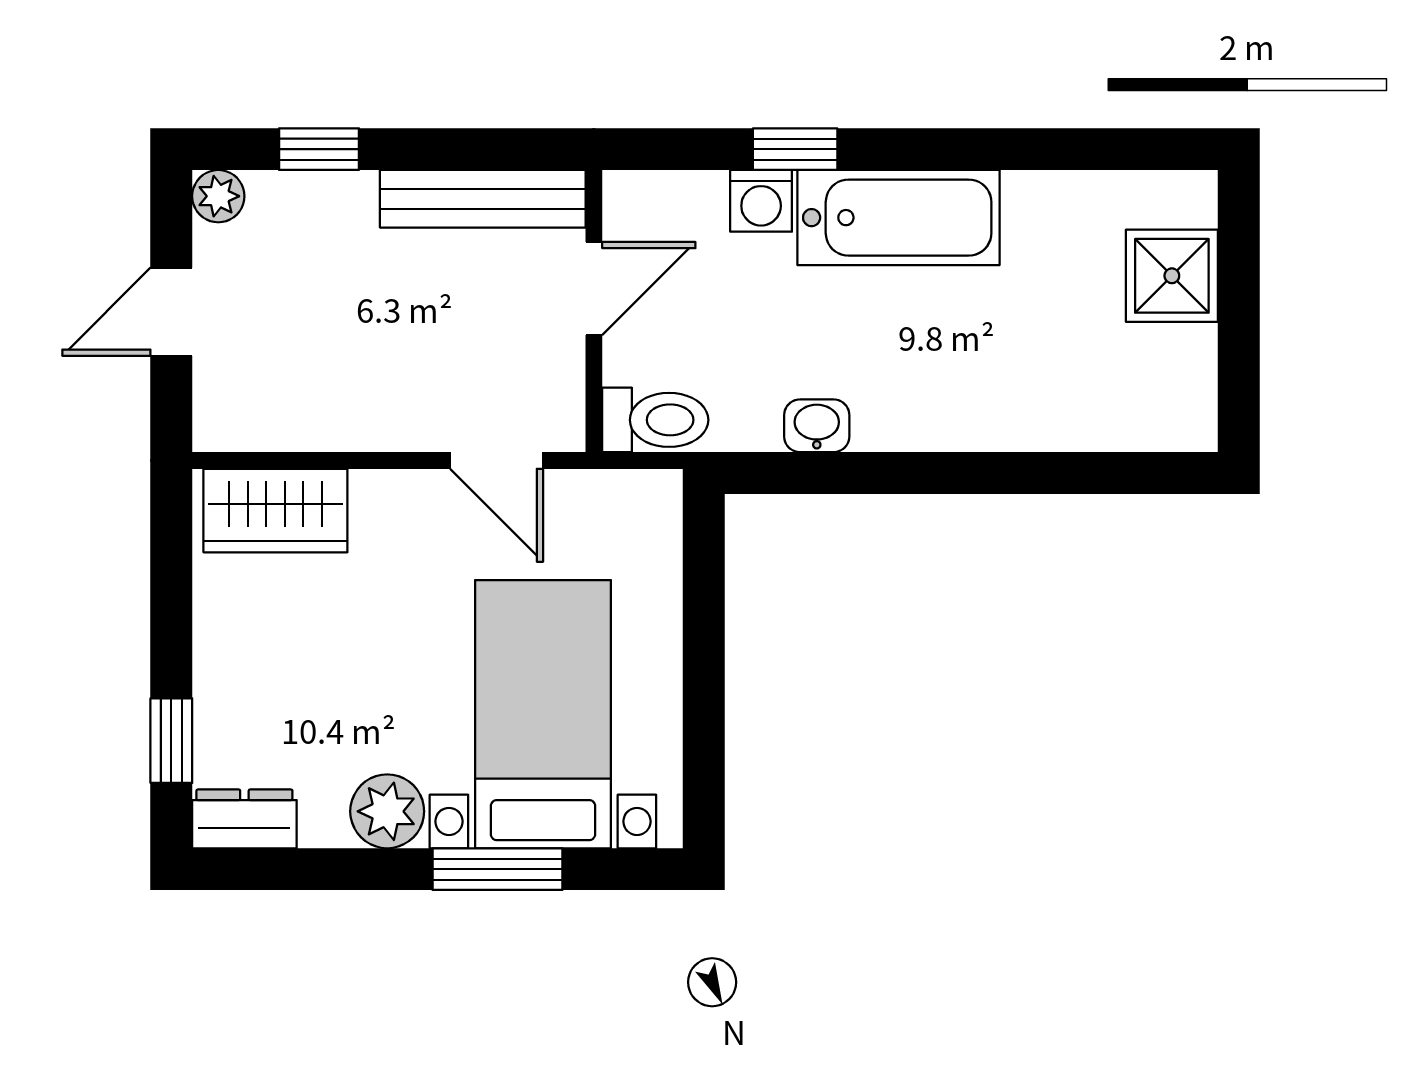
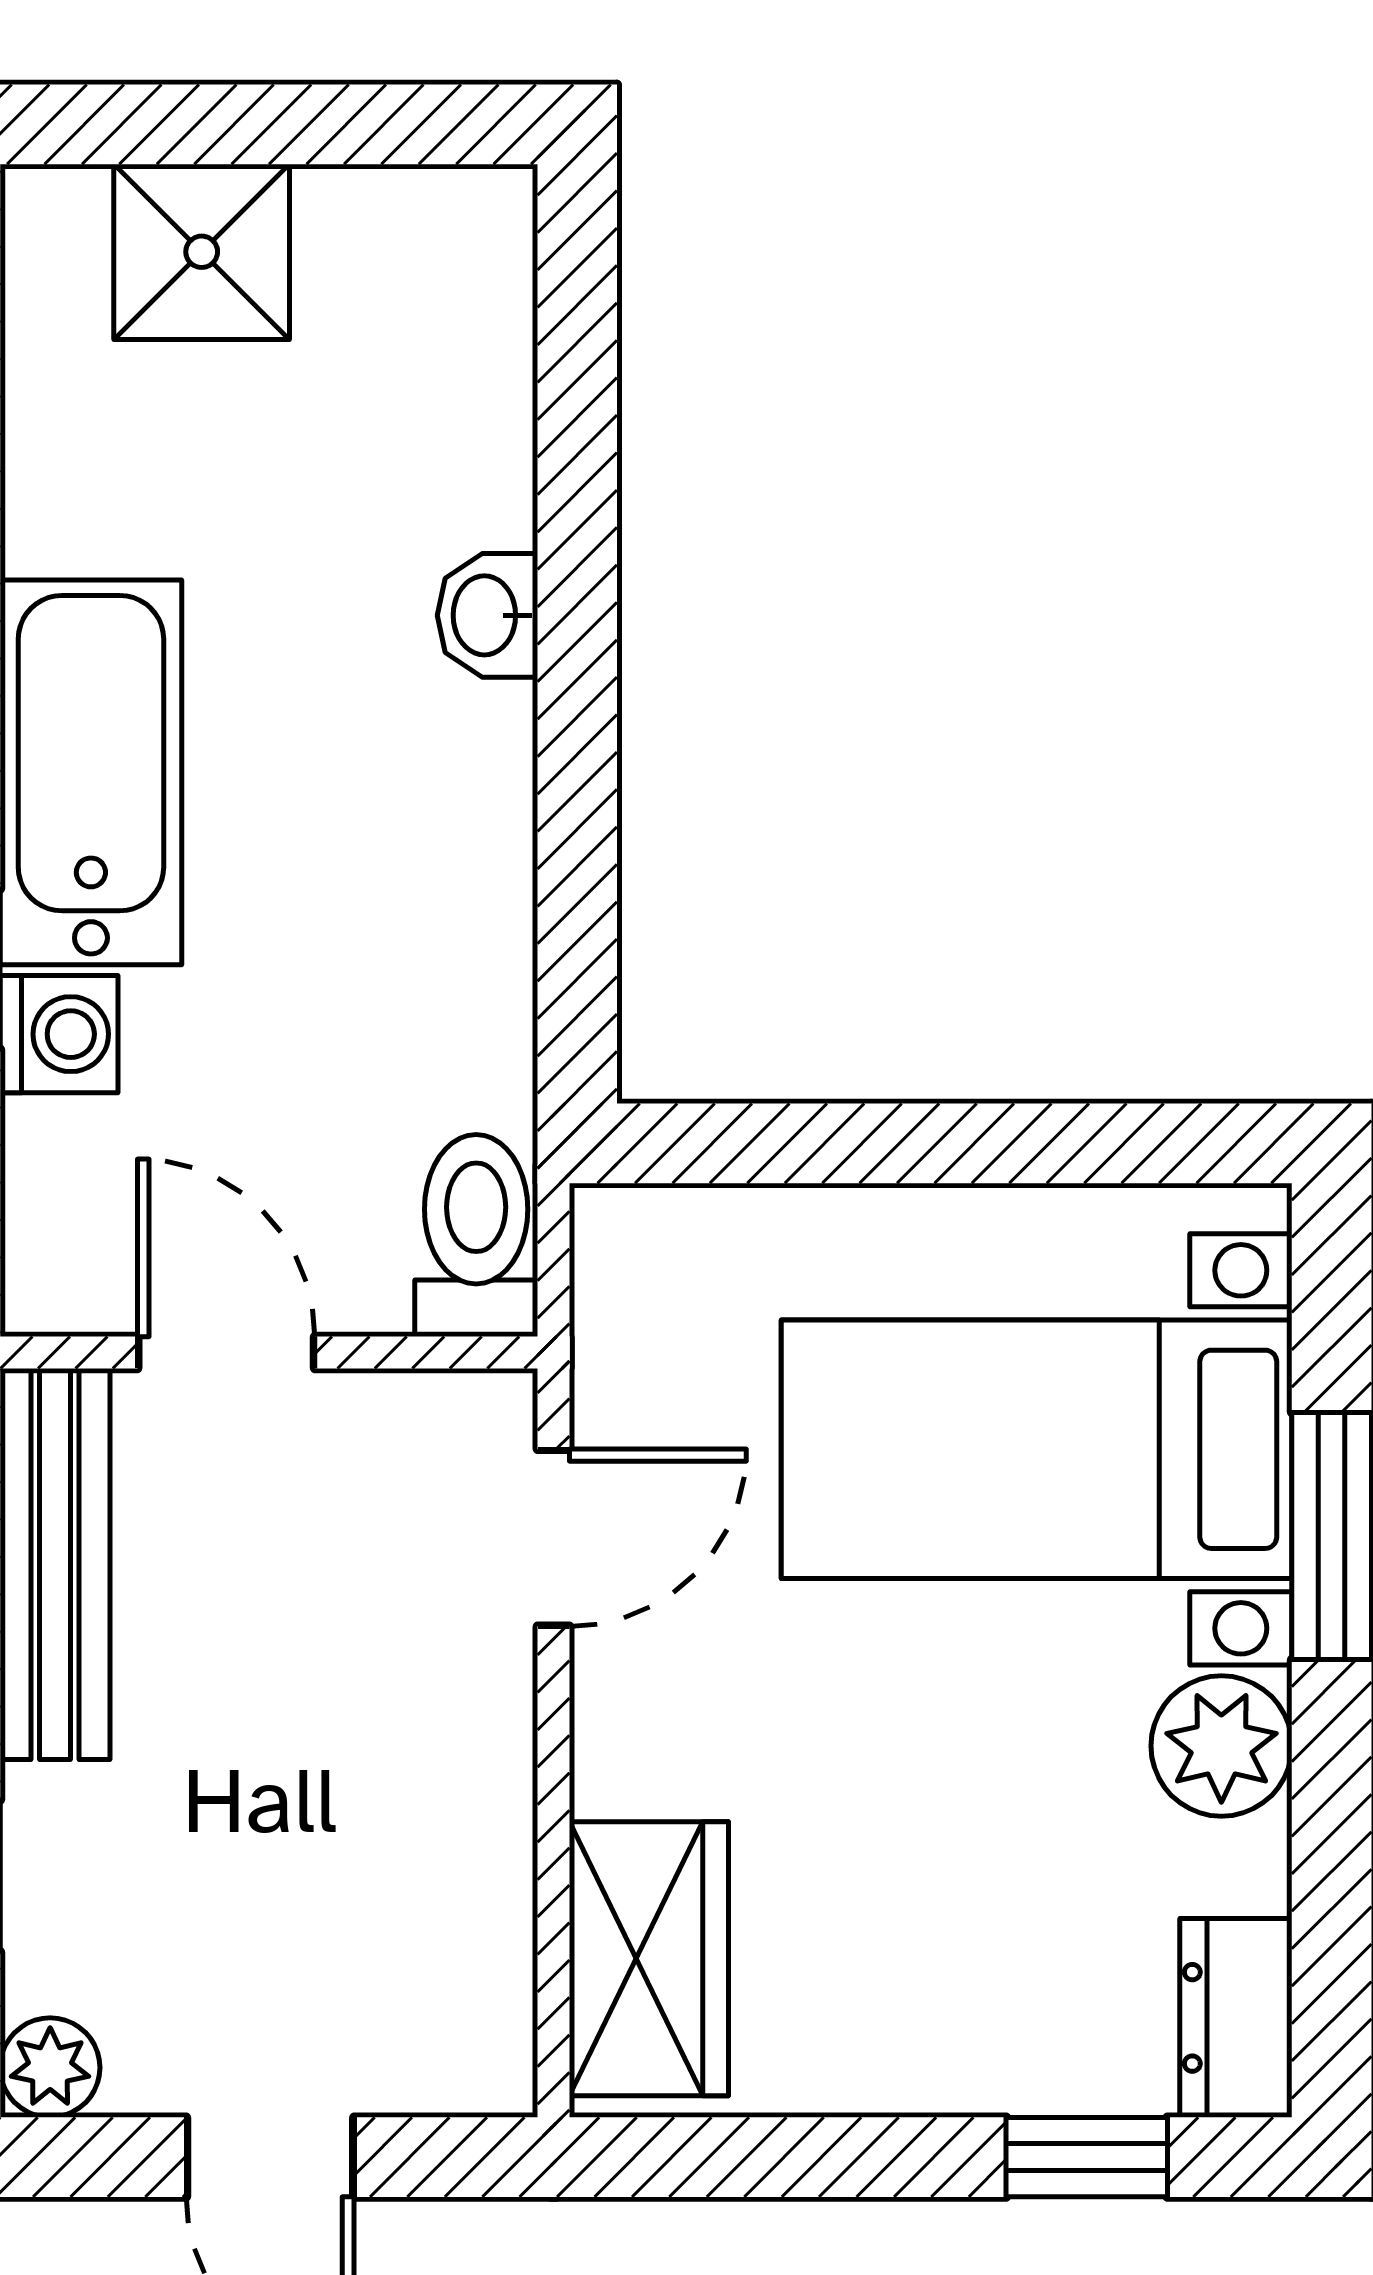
washbasin: (817, 426) -> (487, 615), moved

